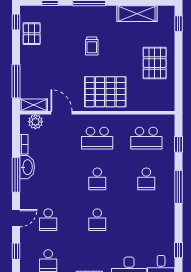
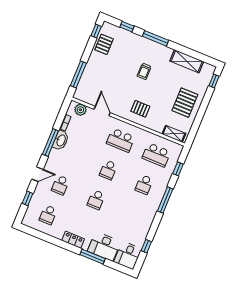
pallet: (105, 92) -> (140, 109), width x0.49, depth x0.50
shelving: (34, 105) -> (174, 134), moved

